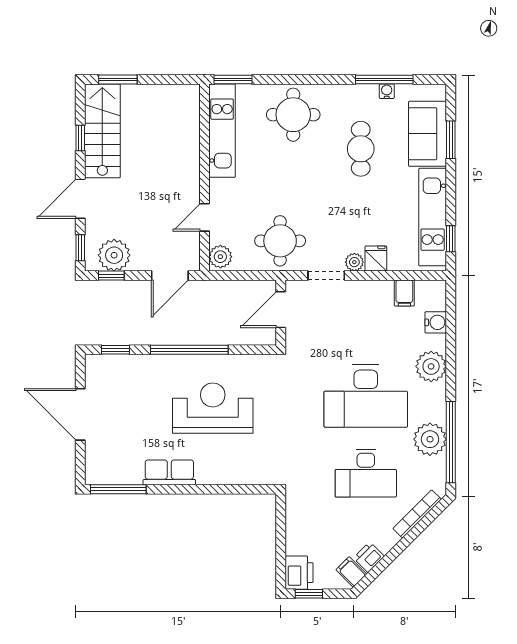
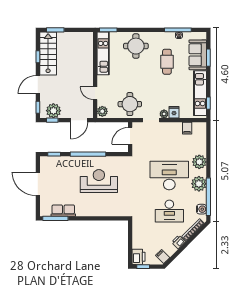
door: (205, 217) -> (95, 93), hinge flipped
water cooler: (436, 322) -> (201, 209), moved
desk: (366, 396) -> (169, 176), turned 180
plant: (430, 439) -> (199, 184), moved
row of seats: (169, 472) -> (63, 211), moved
printer: (369, 557) -> (178, 242), moved

